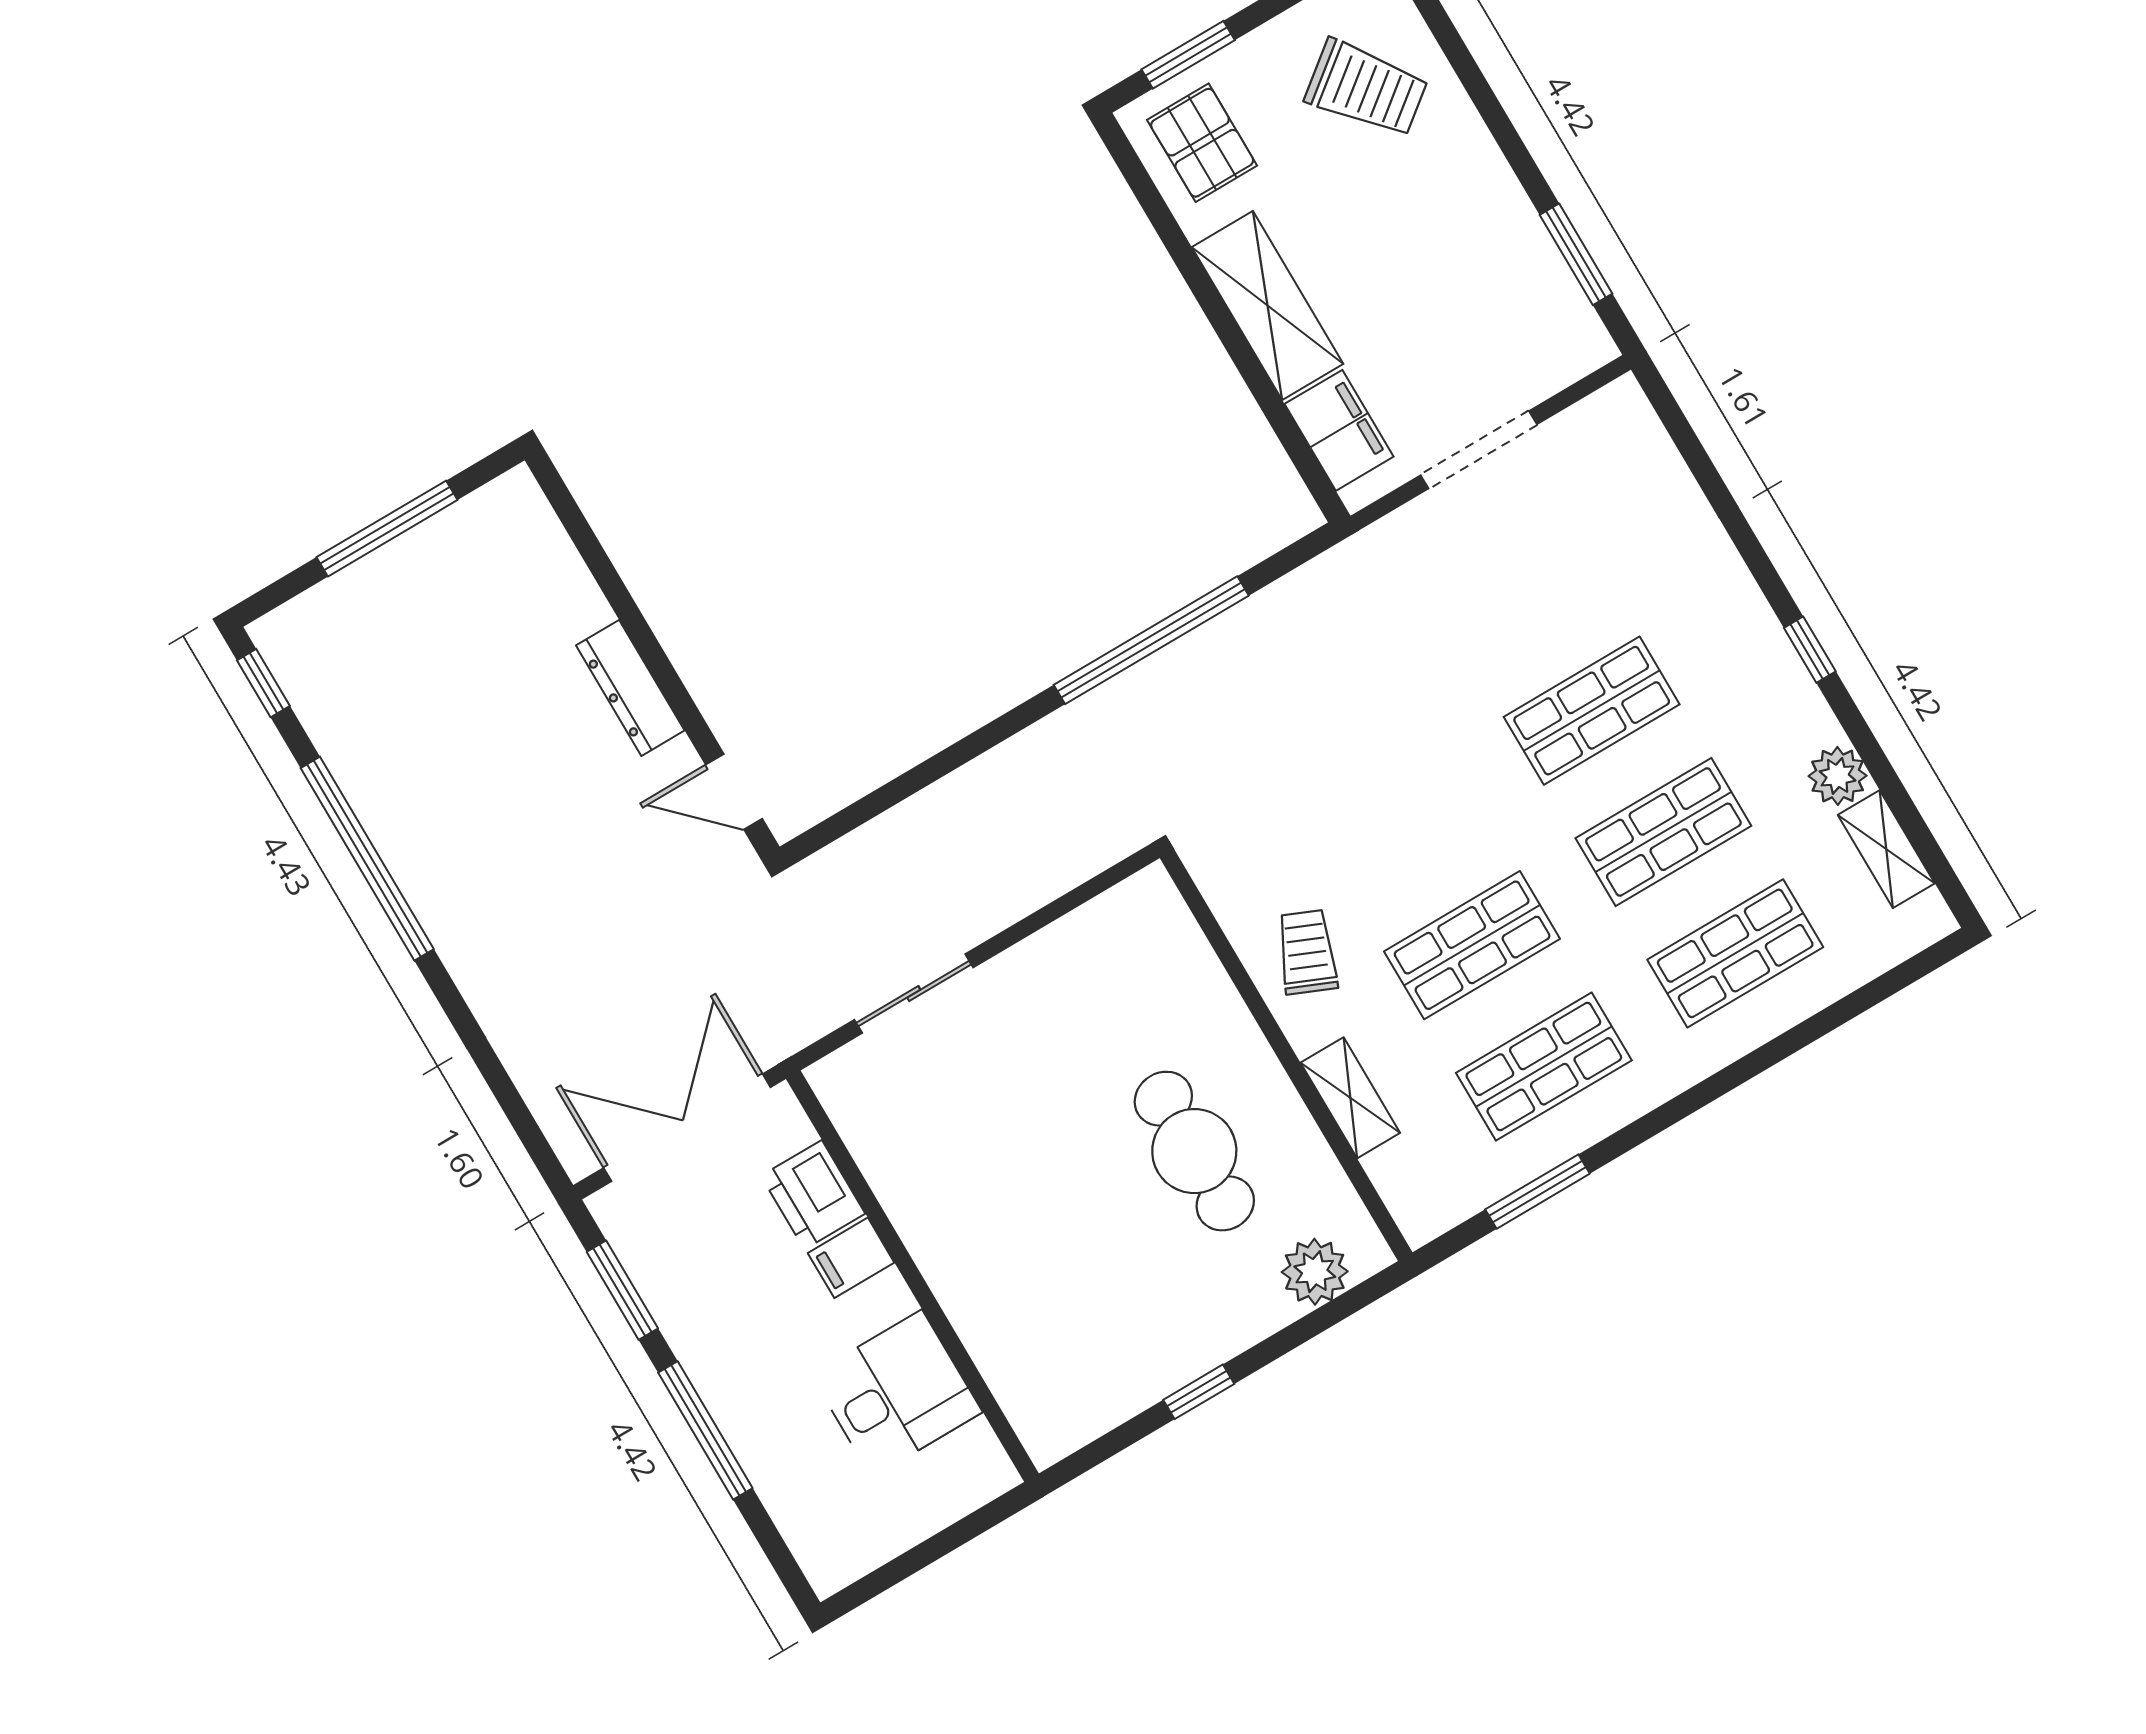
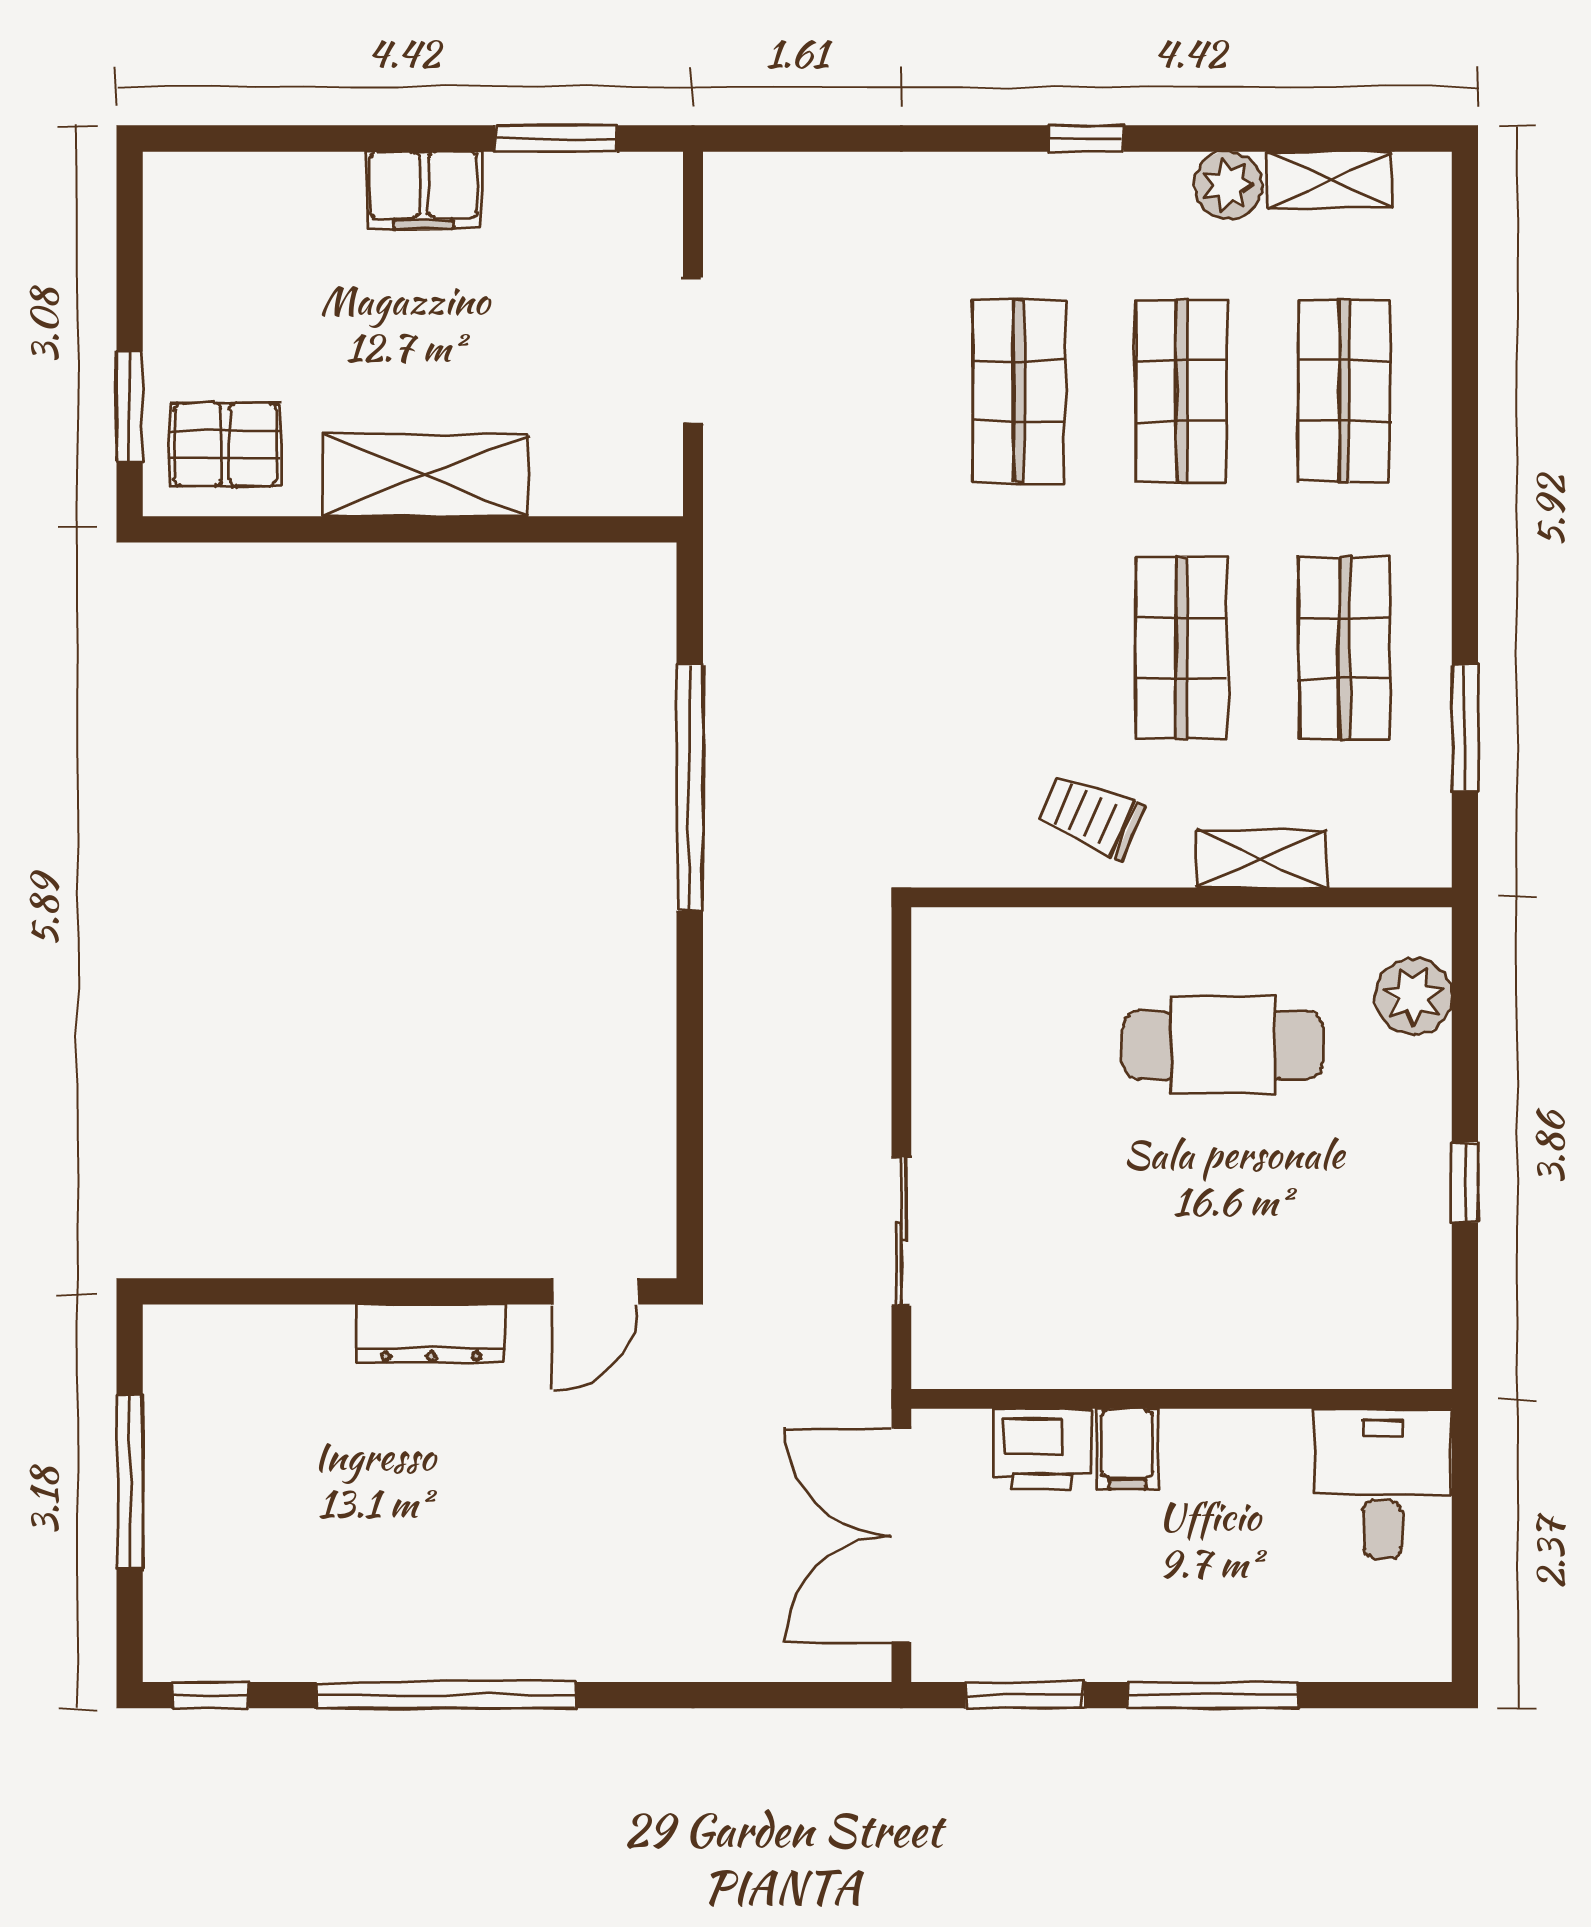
trolley: (1366, 88) -> (268, 249), removed
filing cabinet: (1339, 430) -> (423, 190), moved, turned 180
desk: (897, 1393) -> (1383, 1483), moved

